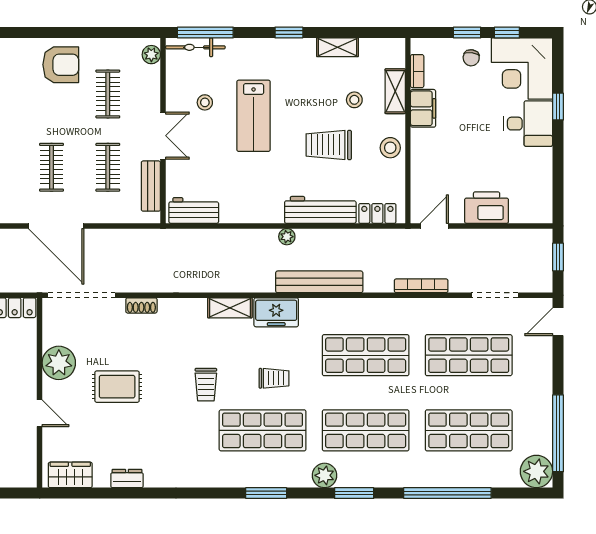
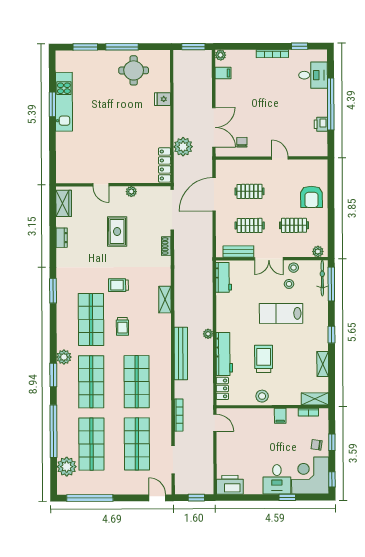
window: (507, 32) -> (332, 479), moved
shelving: (395, 91) -> (315, 399), moved
stool: (354, 100) -> (294, 268), moved
filing cabinet: (423, 108) -> (280, 416), width x0.50
printer: (487, 208) -> (230, 485), moved, turned -90
freezer: (276, 312) -> (162, 328), removed
plant: (59, 363) -> (131, 192), width x0.53, depth x0.53
door: (40, 413) -> (101, 185), hinge flipped
plant: (536, 471) -> (67, 467), moved
window: (266, 493) -> (53, 291), moved

